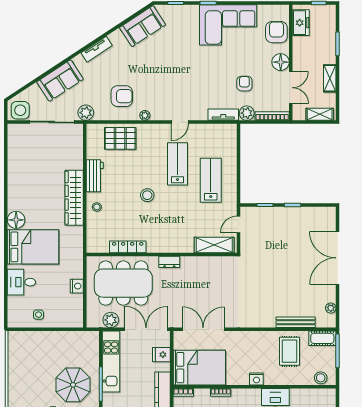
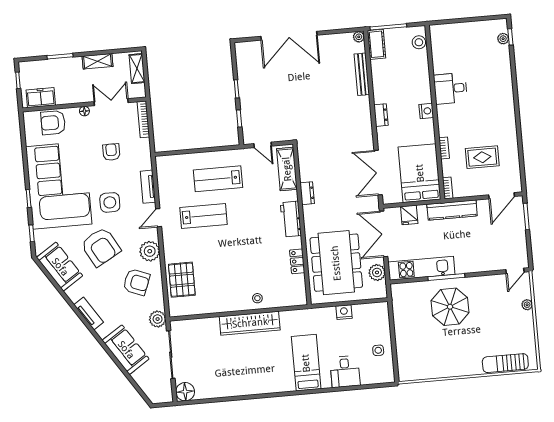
corner sofa: (228, 25) -> (59, 185), width x1.36, depth x1.36
floor lamp: (281, 62) -> (84, 111), width x0.53, depth x0.53
armchair: (157, 66) -> (101, 247), added
armchair: (244, 84) -> (111, 152), turned 90
armchair: (122, 96) -> (136, 282), turned 111
side table: (20, 110) -> (110, 202), moved
plant: (247, 113) -> (143, 147), removed
plant: (145, 115) -> (150, 251), width x1.88, depth x1.88
tv unit: (223, 115) -> (148, 187), moved
door: (180, 122) -> (159, 218), swing flipped
lab bench: (177, 164) -> (204, 216), turned 180
workbench: (95, 176) -> (291, 219), moved, turned -90
stool: (147, 195) -> (240, 245), removed
floor lamp: (16, 220) -> (185, 392), moved
bed: (33, 247) -> (306, 363), width x0.67
locker: (128, 247) -> (297, 261), width x0.66
dresser: (169, 262) -> (307, 193), moved
plant: (331, 308) -> (359, 37), moved
dresser: (256, 337) -> (381, 115), added
rug: (289, 351) -> (393, 78), removed

